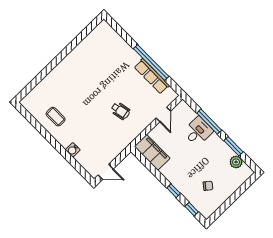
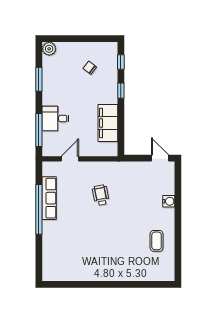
window: (209, 122) -> (39, 130), moved
filing cabinet: (152, 152) -> (108, 123), moved
plant: (236, 162) -> (49, 49), moved

